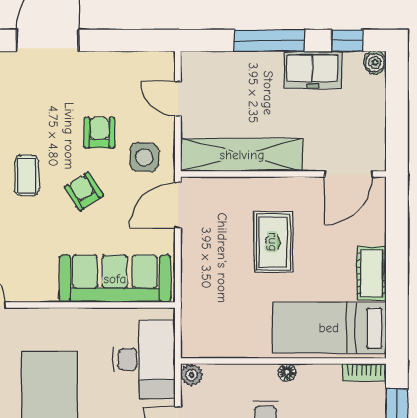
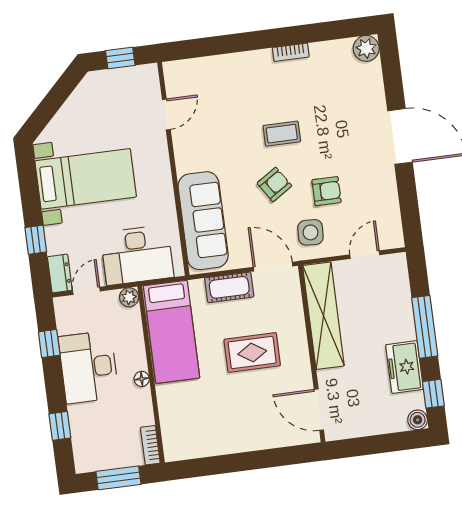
cot: (372, 273) -> (229, 287), moved
bed: (329, 328) -> (171, 332), moved, turned 180

